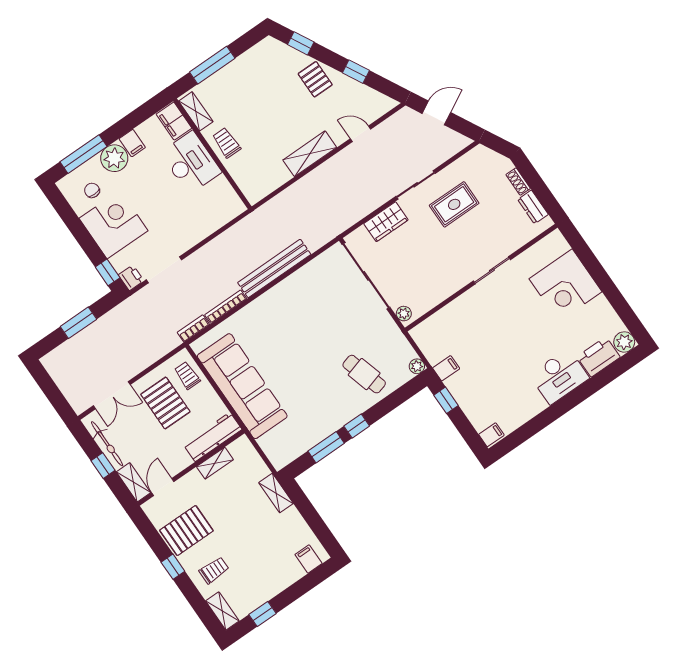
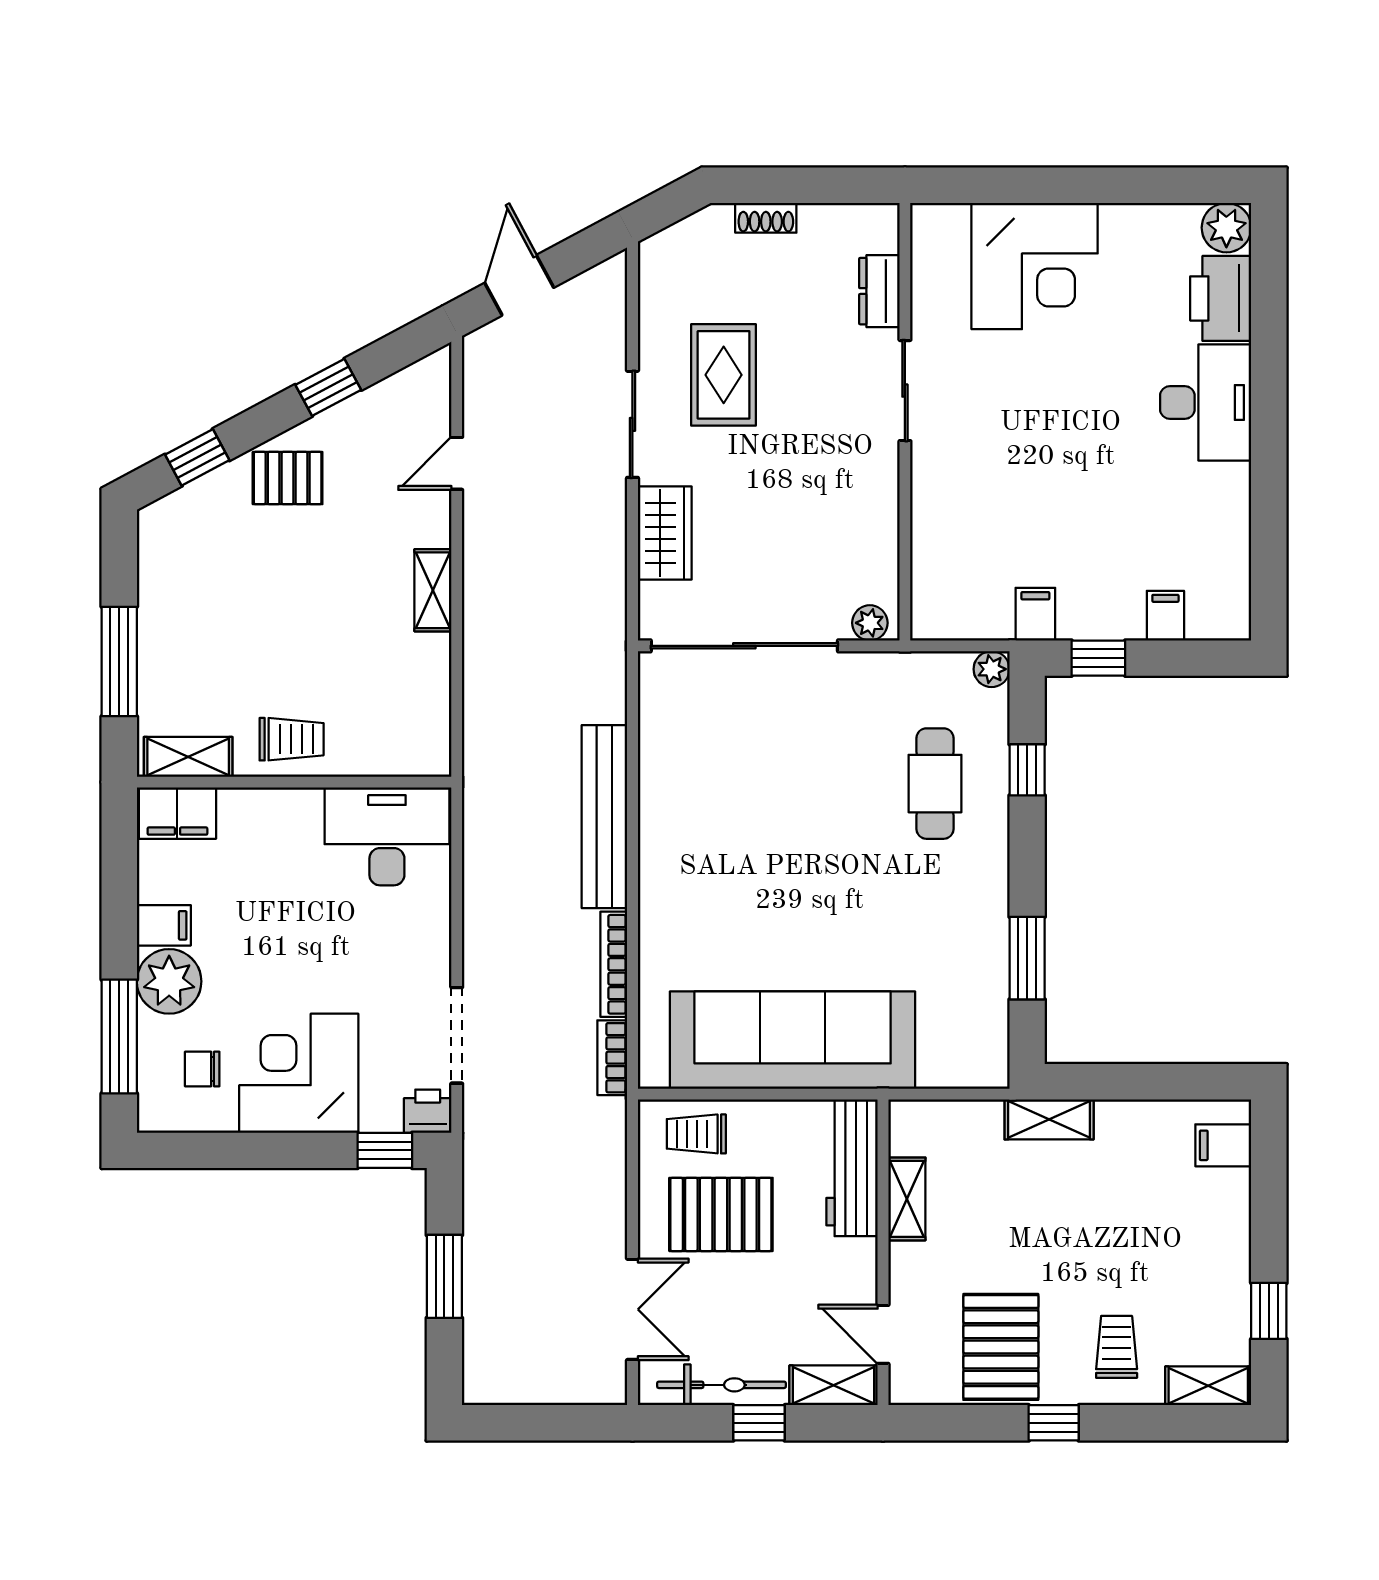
trolley: (226, 143) -> (292, 739), turned 180
shelving: (310, 154) -> (433, 590), width x0.67, depth x0.75
desk: (191, 162) -> (387, 836), moved
dresser: (533, 207) -> (879, 291), moved, turned 90
cafe table: (364, 374) -> (935, 784), turned -74
window: (357, 426) -> (1027, 770), moved
filing cabinet: (491, 435) -> (1165, 616), moved

